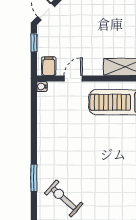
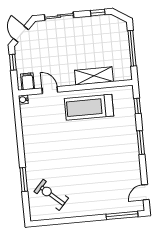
door: (73, 78) -> (50, 90), hinge flipped

